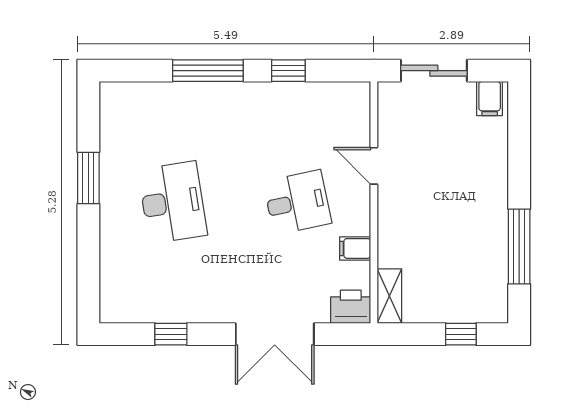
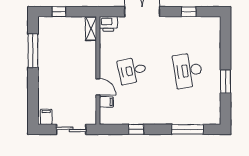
window: (208, 71) -> (188, 129), moved
filing cabinet: (355, 248) -> (106, 102), moved

